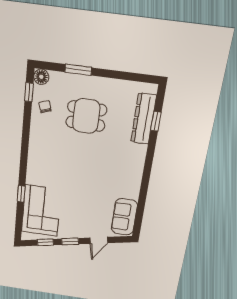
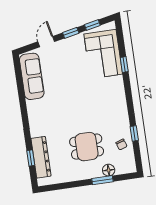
floor lamp: (41, 77) -> (109, 170), moved
window: (29, 92) -> (134, 133), moved
sofa: (124, 217) -> (32, 76), width x1.36

